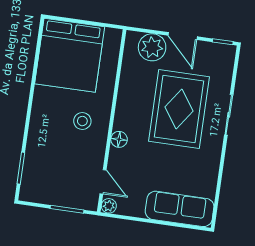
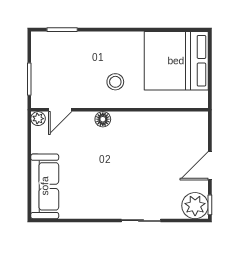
plant: (152, 47) -> (195, 206), moved
rug: (179, 109) -> (140, 172), removed

